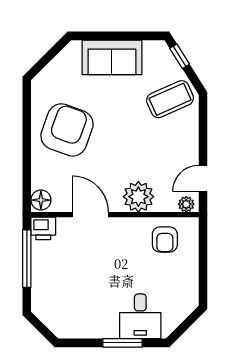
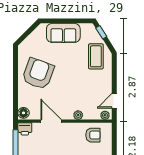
coffee table: (170, 99) -> (96, 56), turned -66
plant: (138, 197) -> (78, 115), width x0.53, depth x0.53
armchair: (165, 240) -> (93, 135), turned -90

